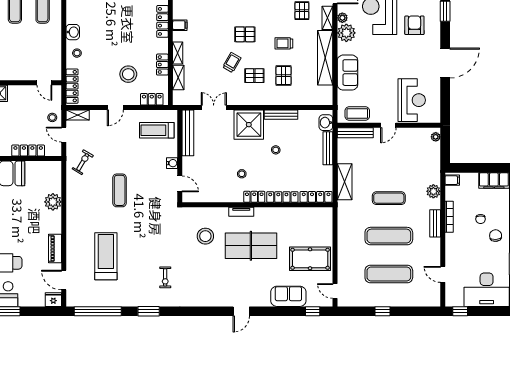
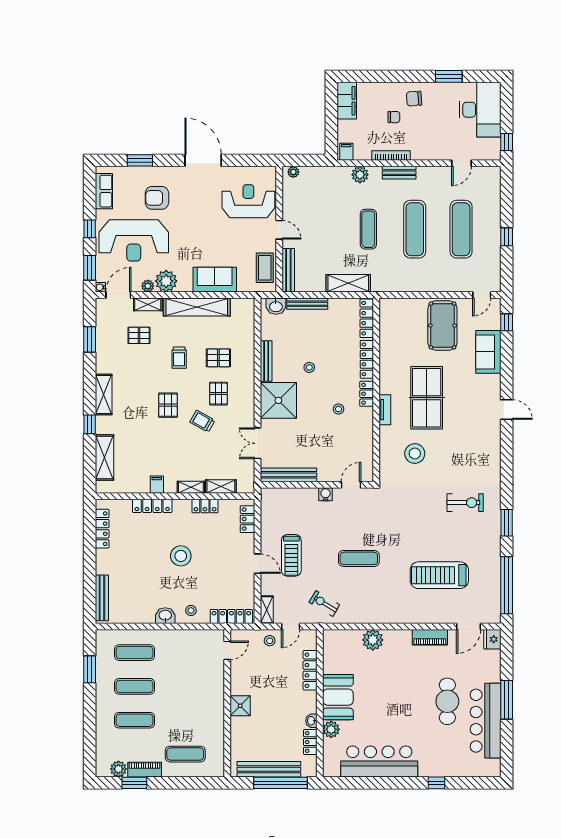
stool: (128, 74) -> (181, 556), moved
treadmill: (157, 130) -> (291, 555), moved
exercise bike: (165, 277) -> (465, 503), width x1.38, depth x1.39

